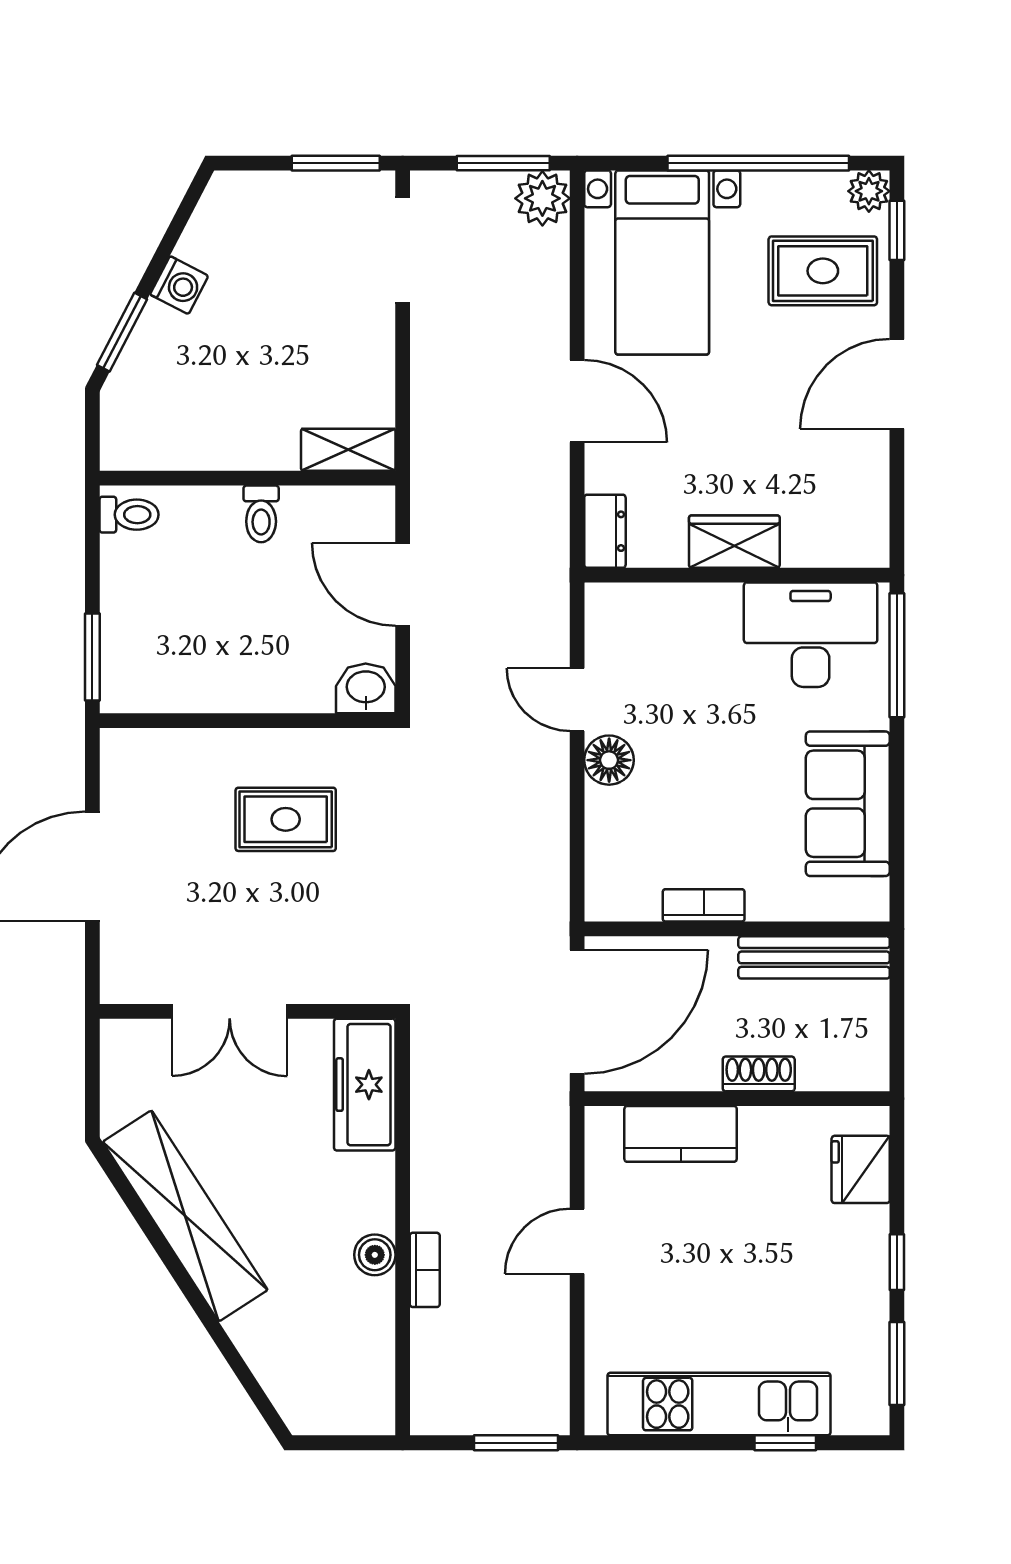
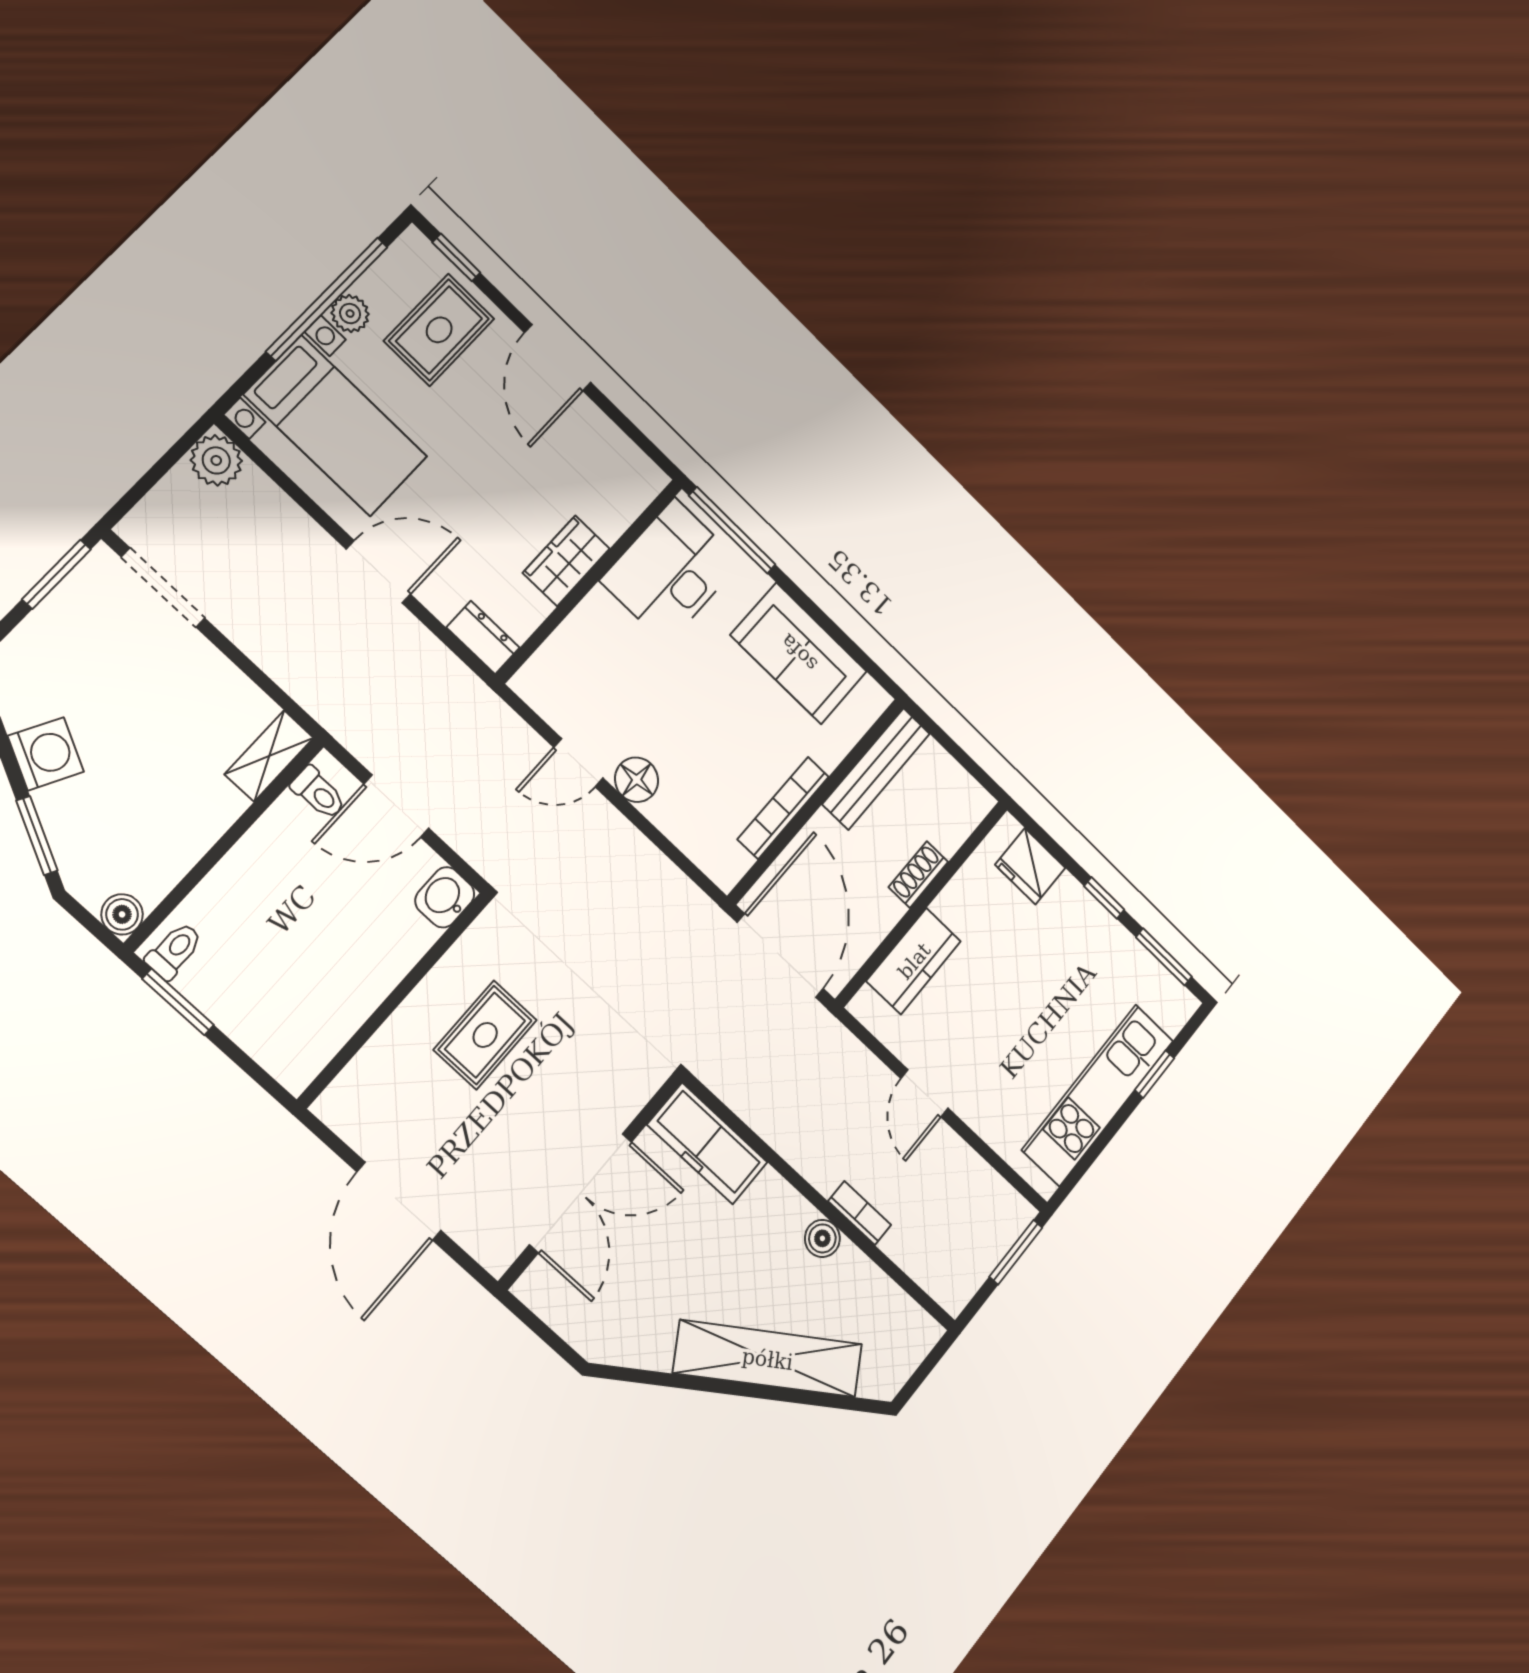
window: (503, 163) -> (166, 463), removed
plant: (869, 191) -> (350, 314), moved
washing machine: (179, 285) -> (46, 754), width x1.38, depth x1.38
boiler: (121, 450) -> (122, 914), added
toilet: (261, 514) -> (318, 793), moved
window: (92, 657) -> (178, 1002), moved
bookcase: (704, 905) -> (783, 808), width x1.56
double door: (230, 1011) -> (581, 1193), width x1.37
shelving: (185, 1216) -> (768, 1359), moved

